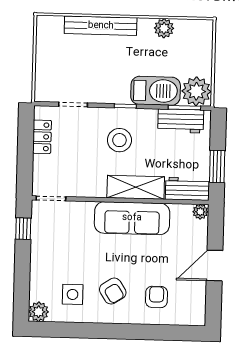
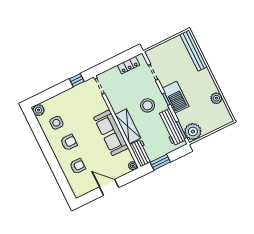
bench: (101, 26) -> (193, 51), moved
barbecue: (156, 91) -> (176, 97), moved
workbench: (181, 121) -> (171, 127), width x1.37
armchair: (113, 291) -> (69, 142), turned -147

